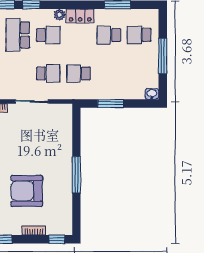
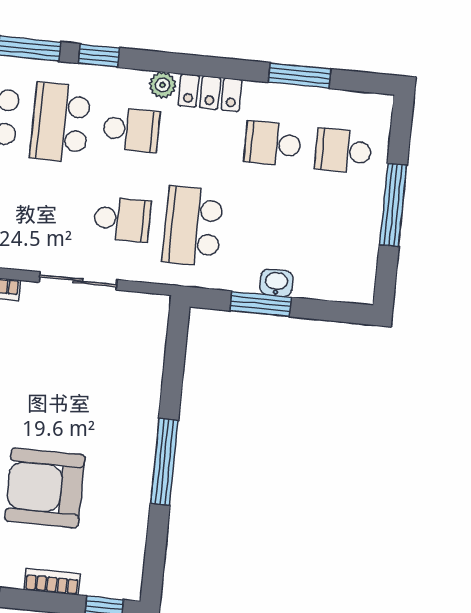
school desk: (79, 73) -> (193, 226), width x1.85
washbasin: (152, 94) -> (276, 283), moved

